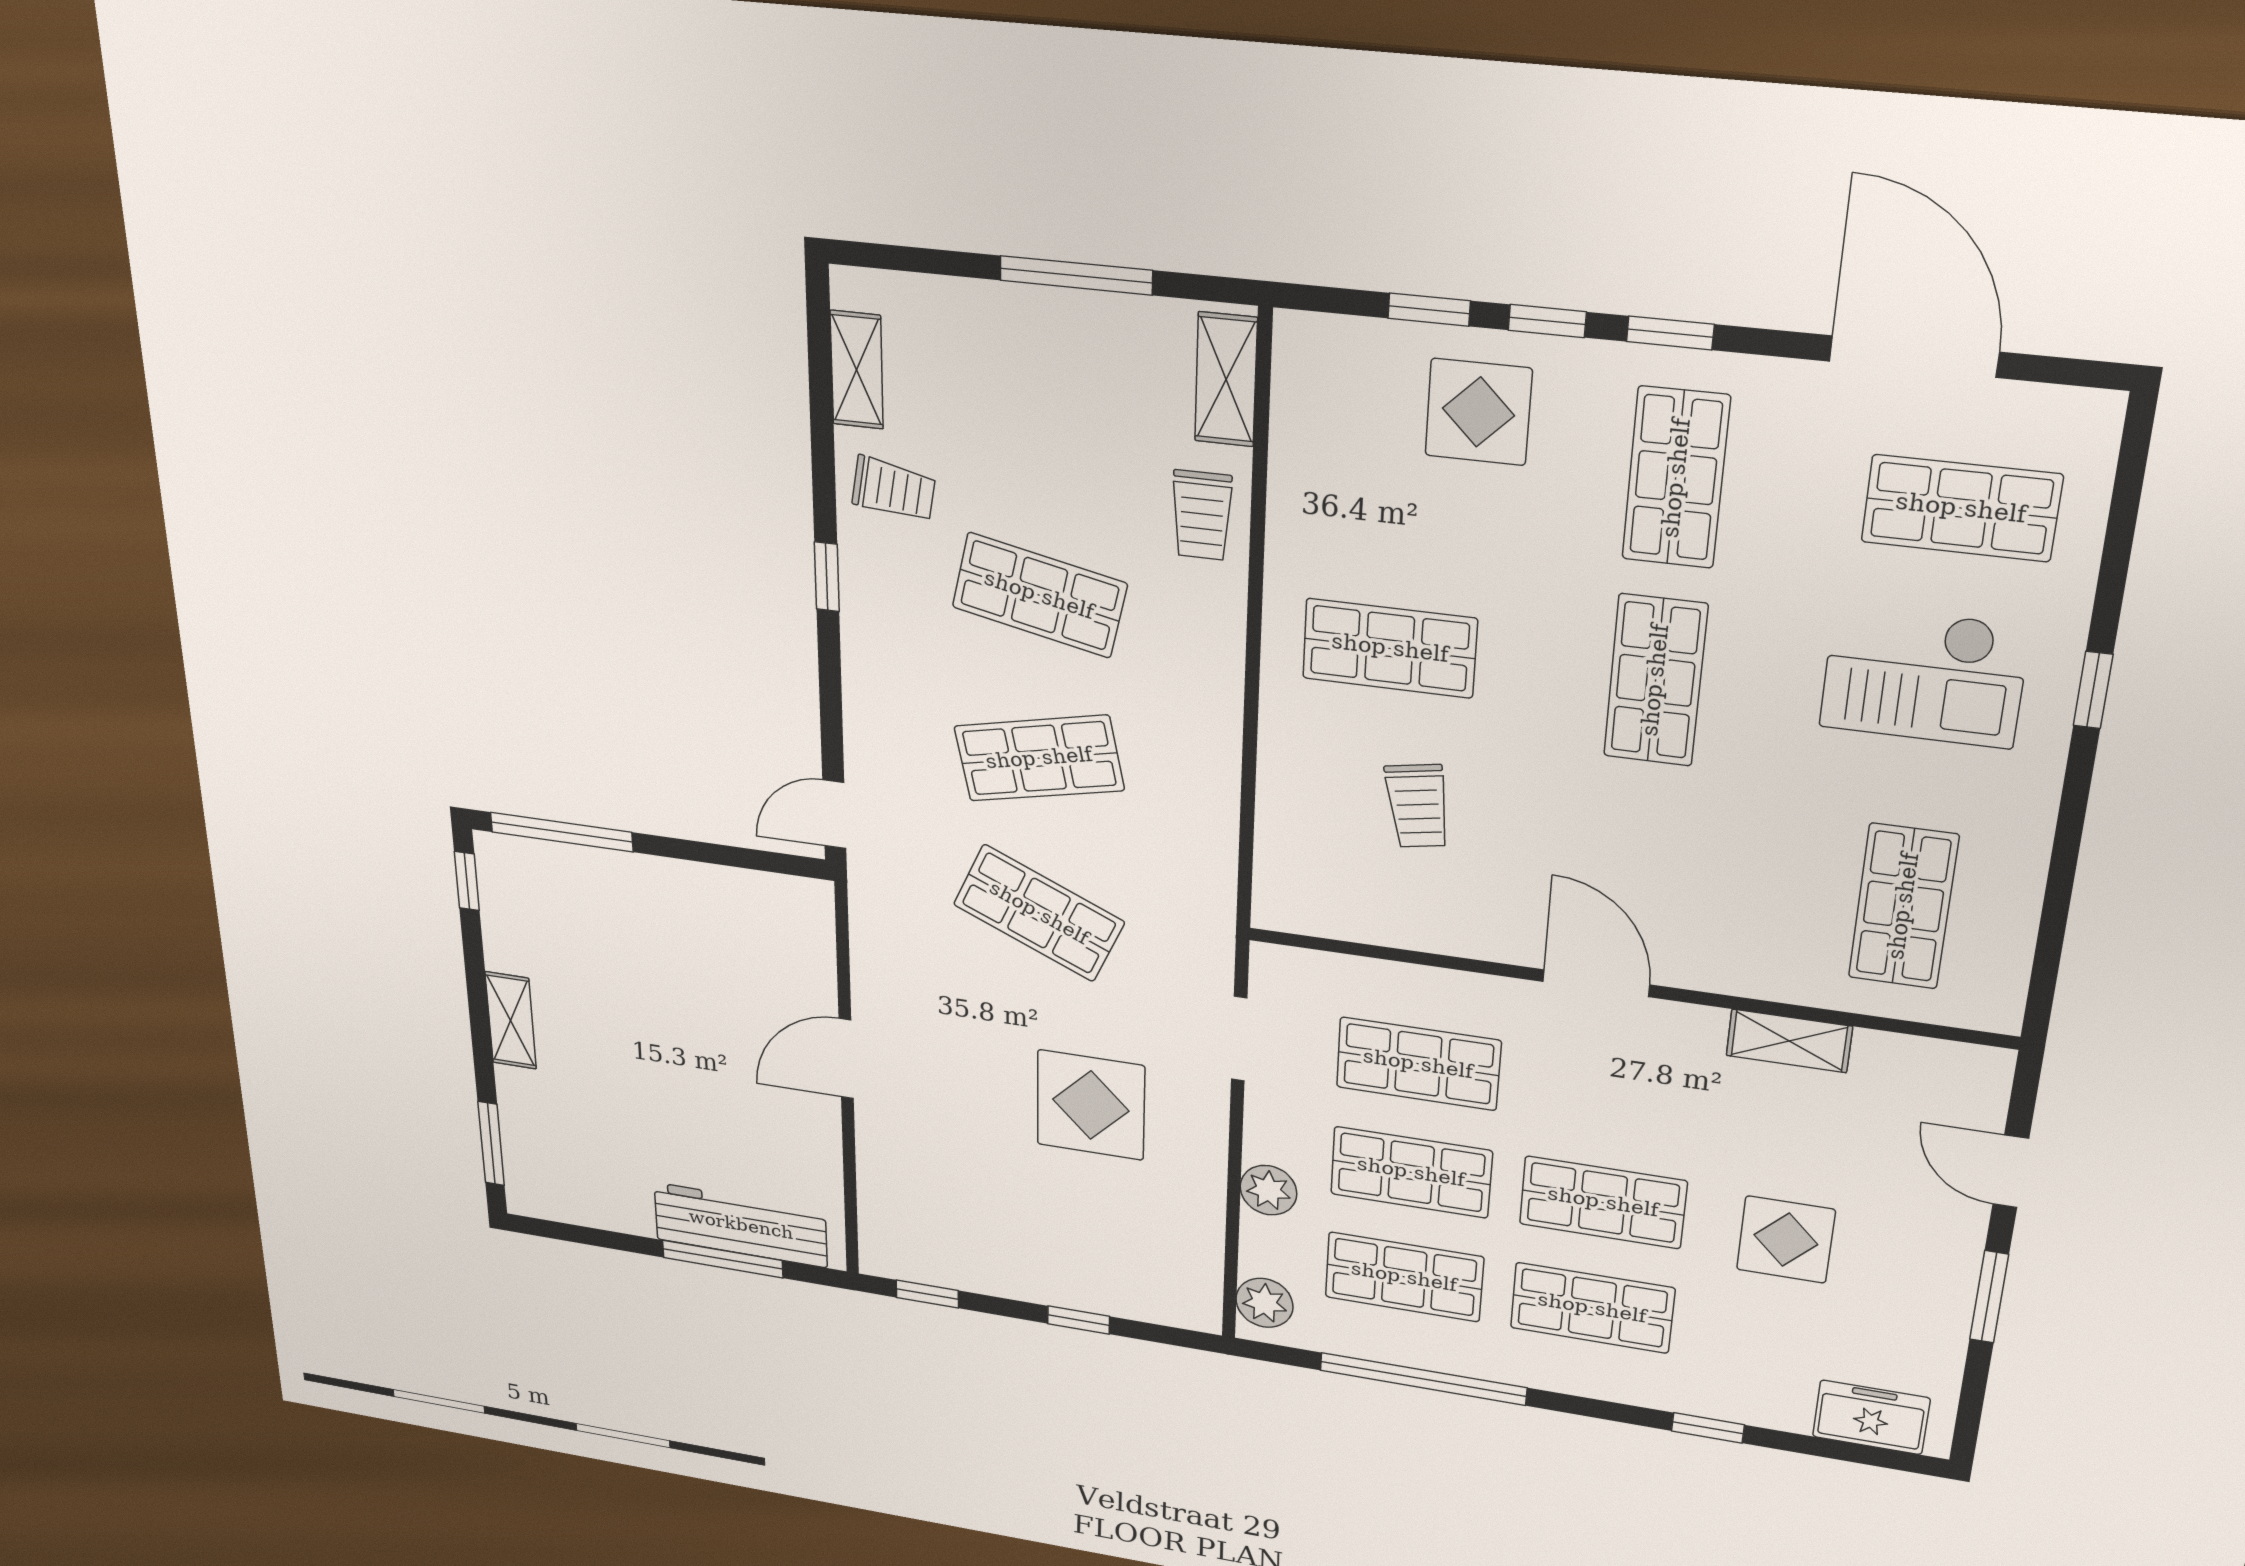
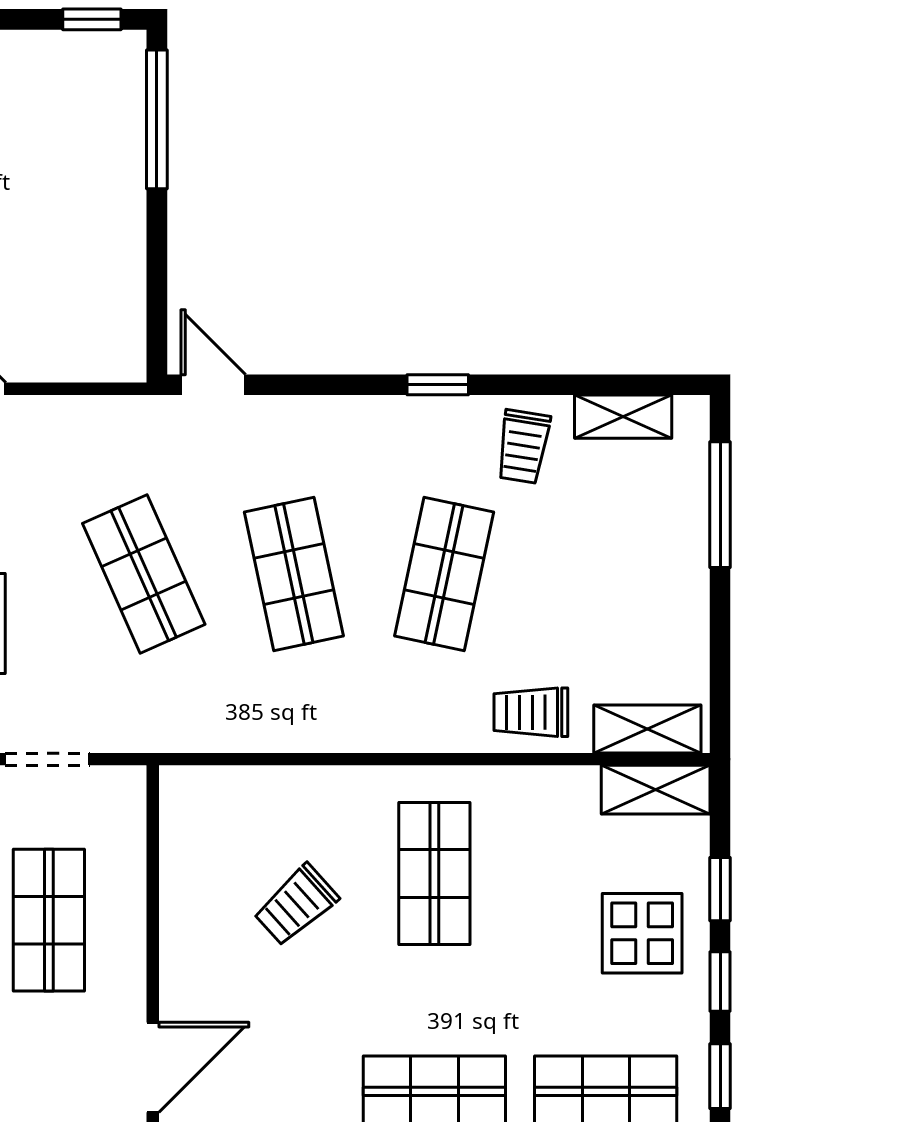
window: (1076, 275) -> (720, 505), moved
shelving: (1301, 377) -> (656, 790), added
trolley: (1418, 806) -> (296, 905), turned -32
shop shelf: (1039, 913) -> (144, 574), turned -48

